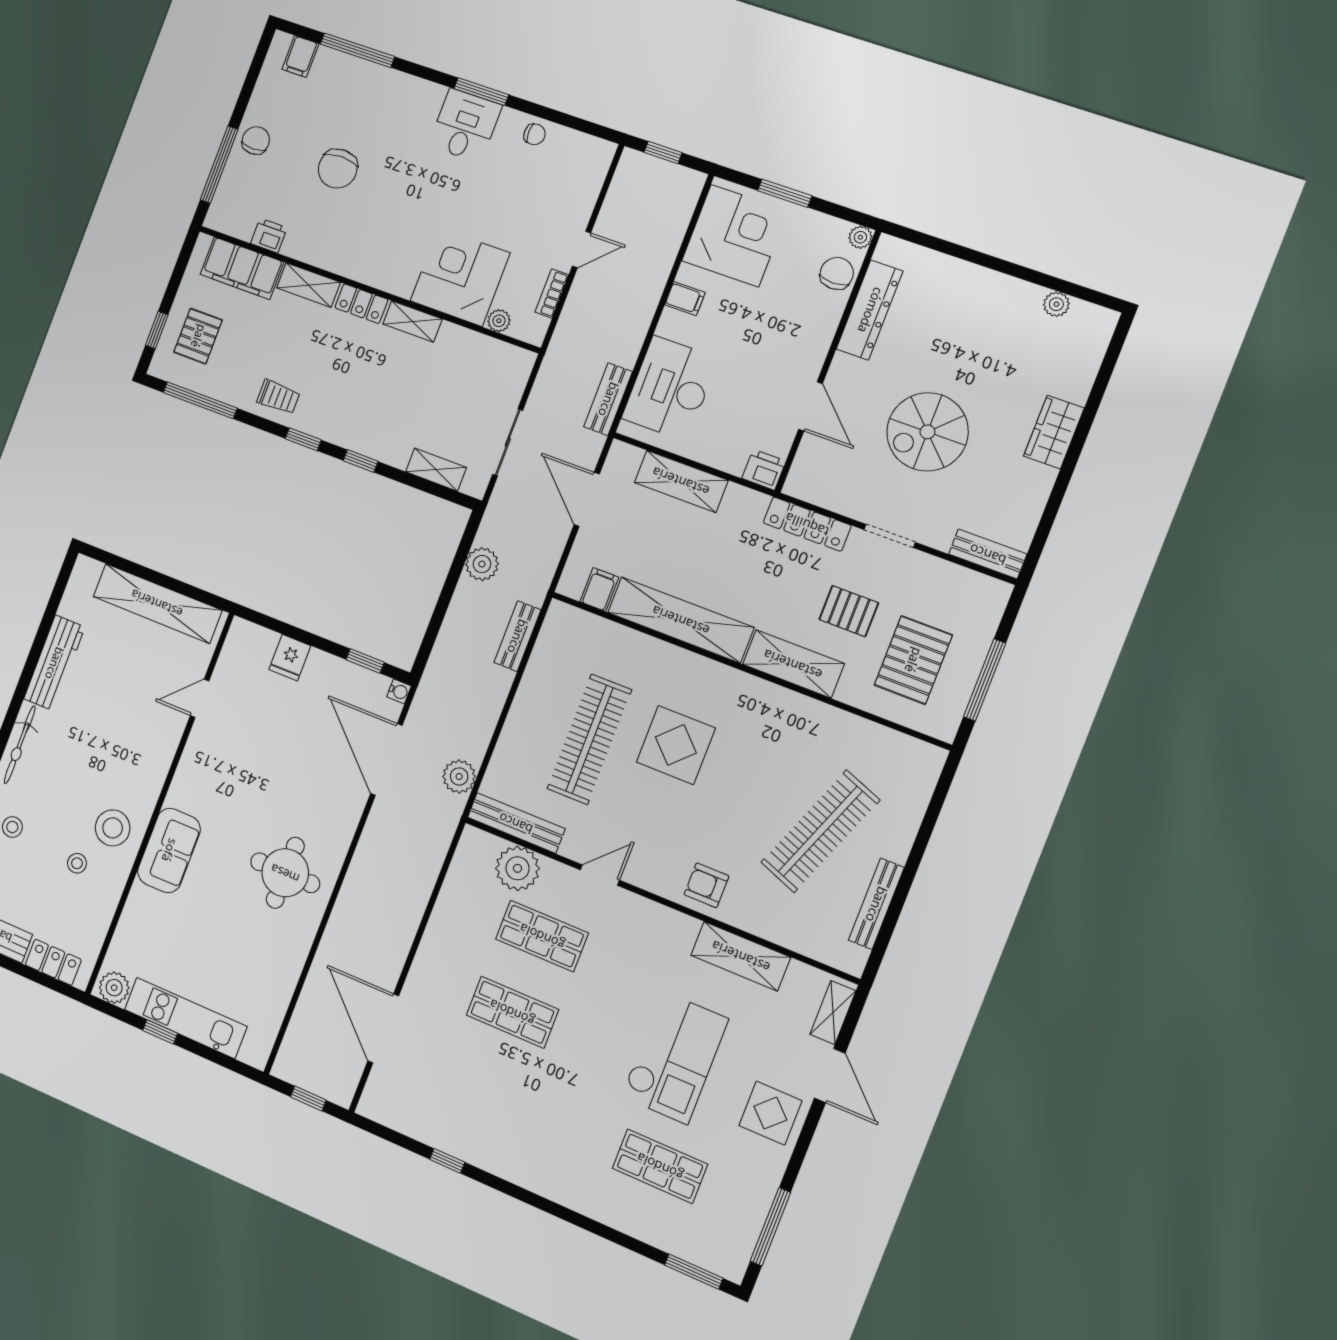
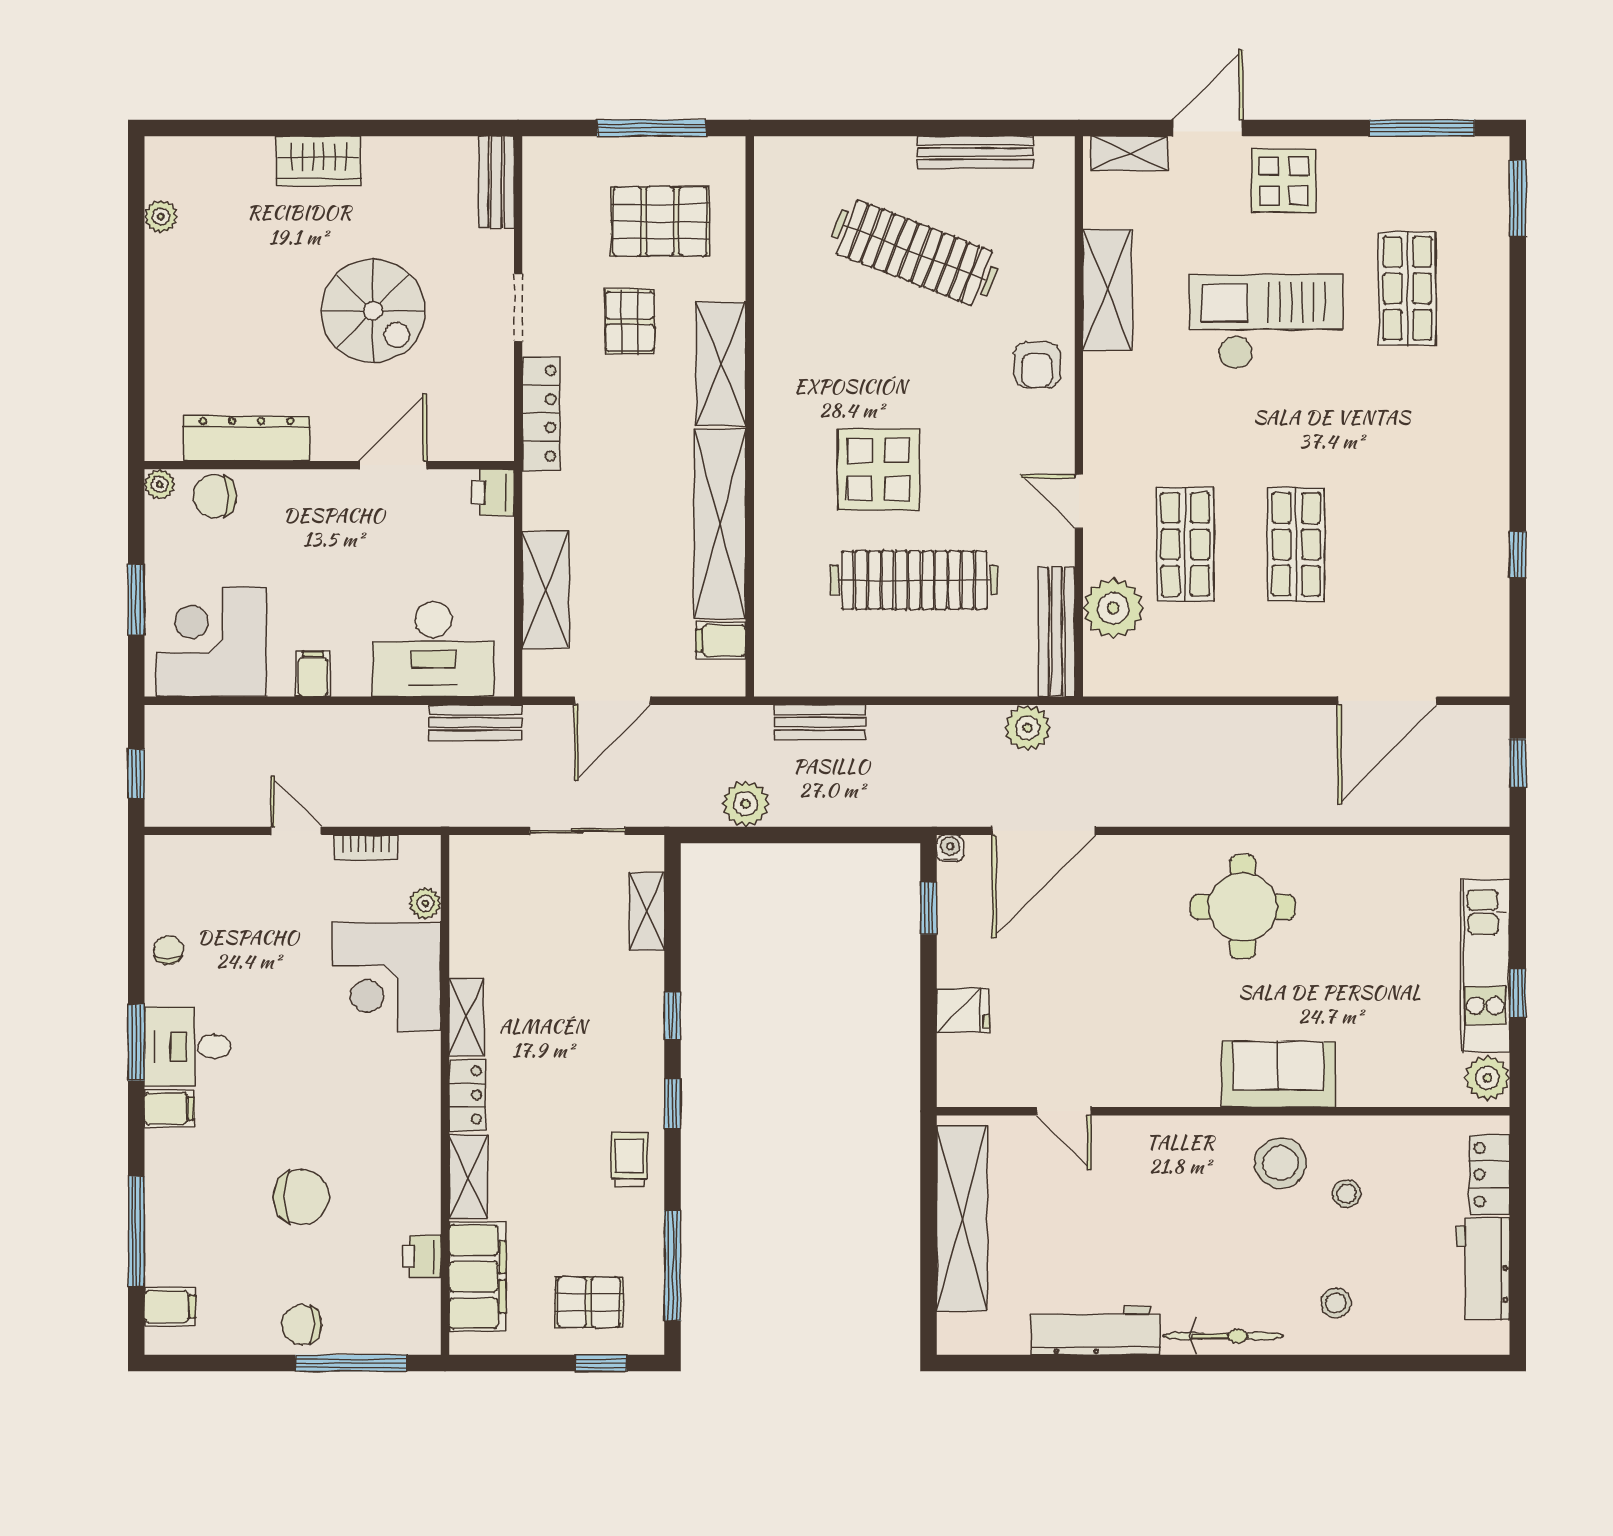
filing cabinet: (429, 99) -> (169, 1108), added

